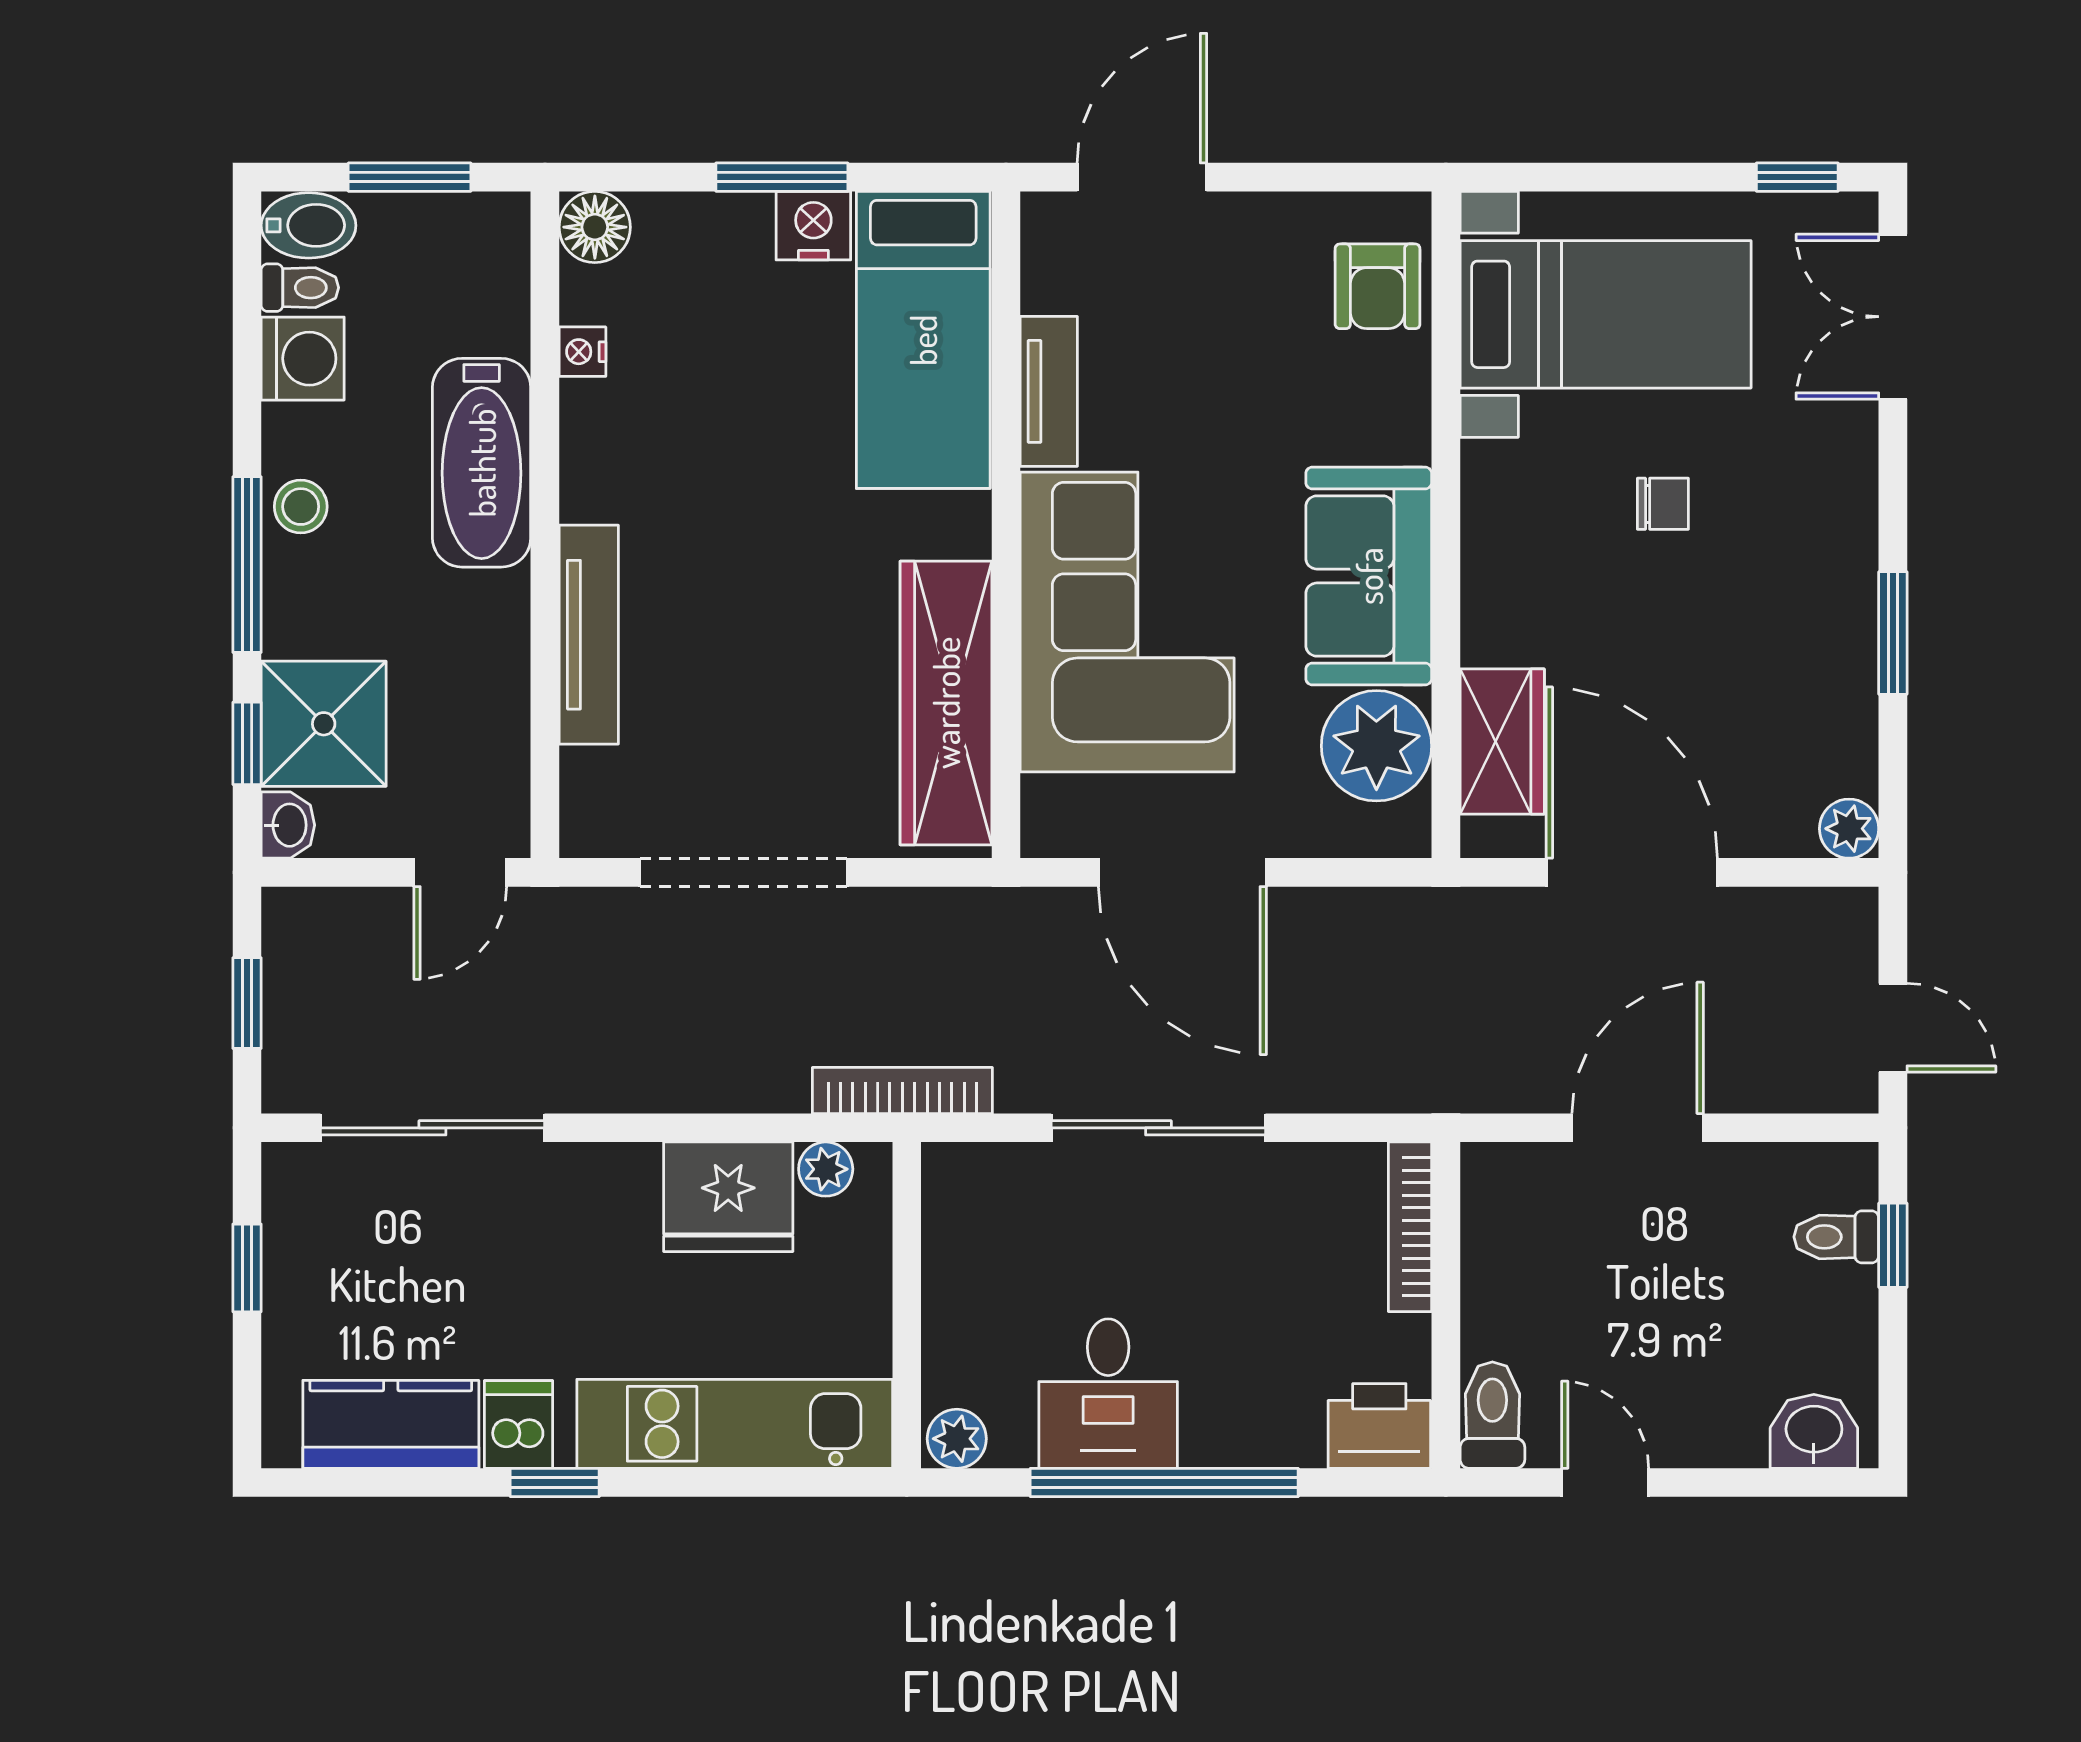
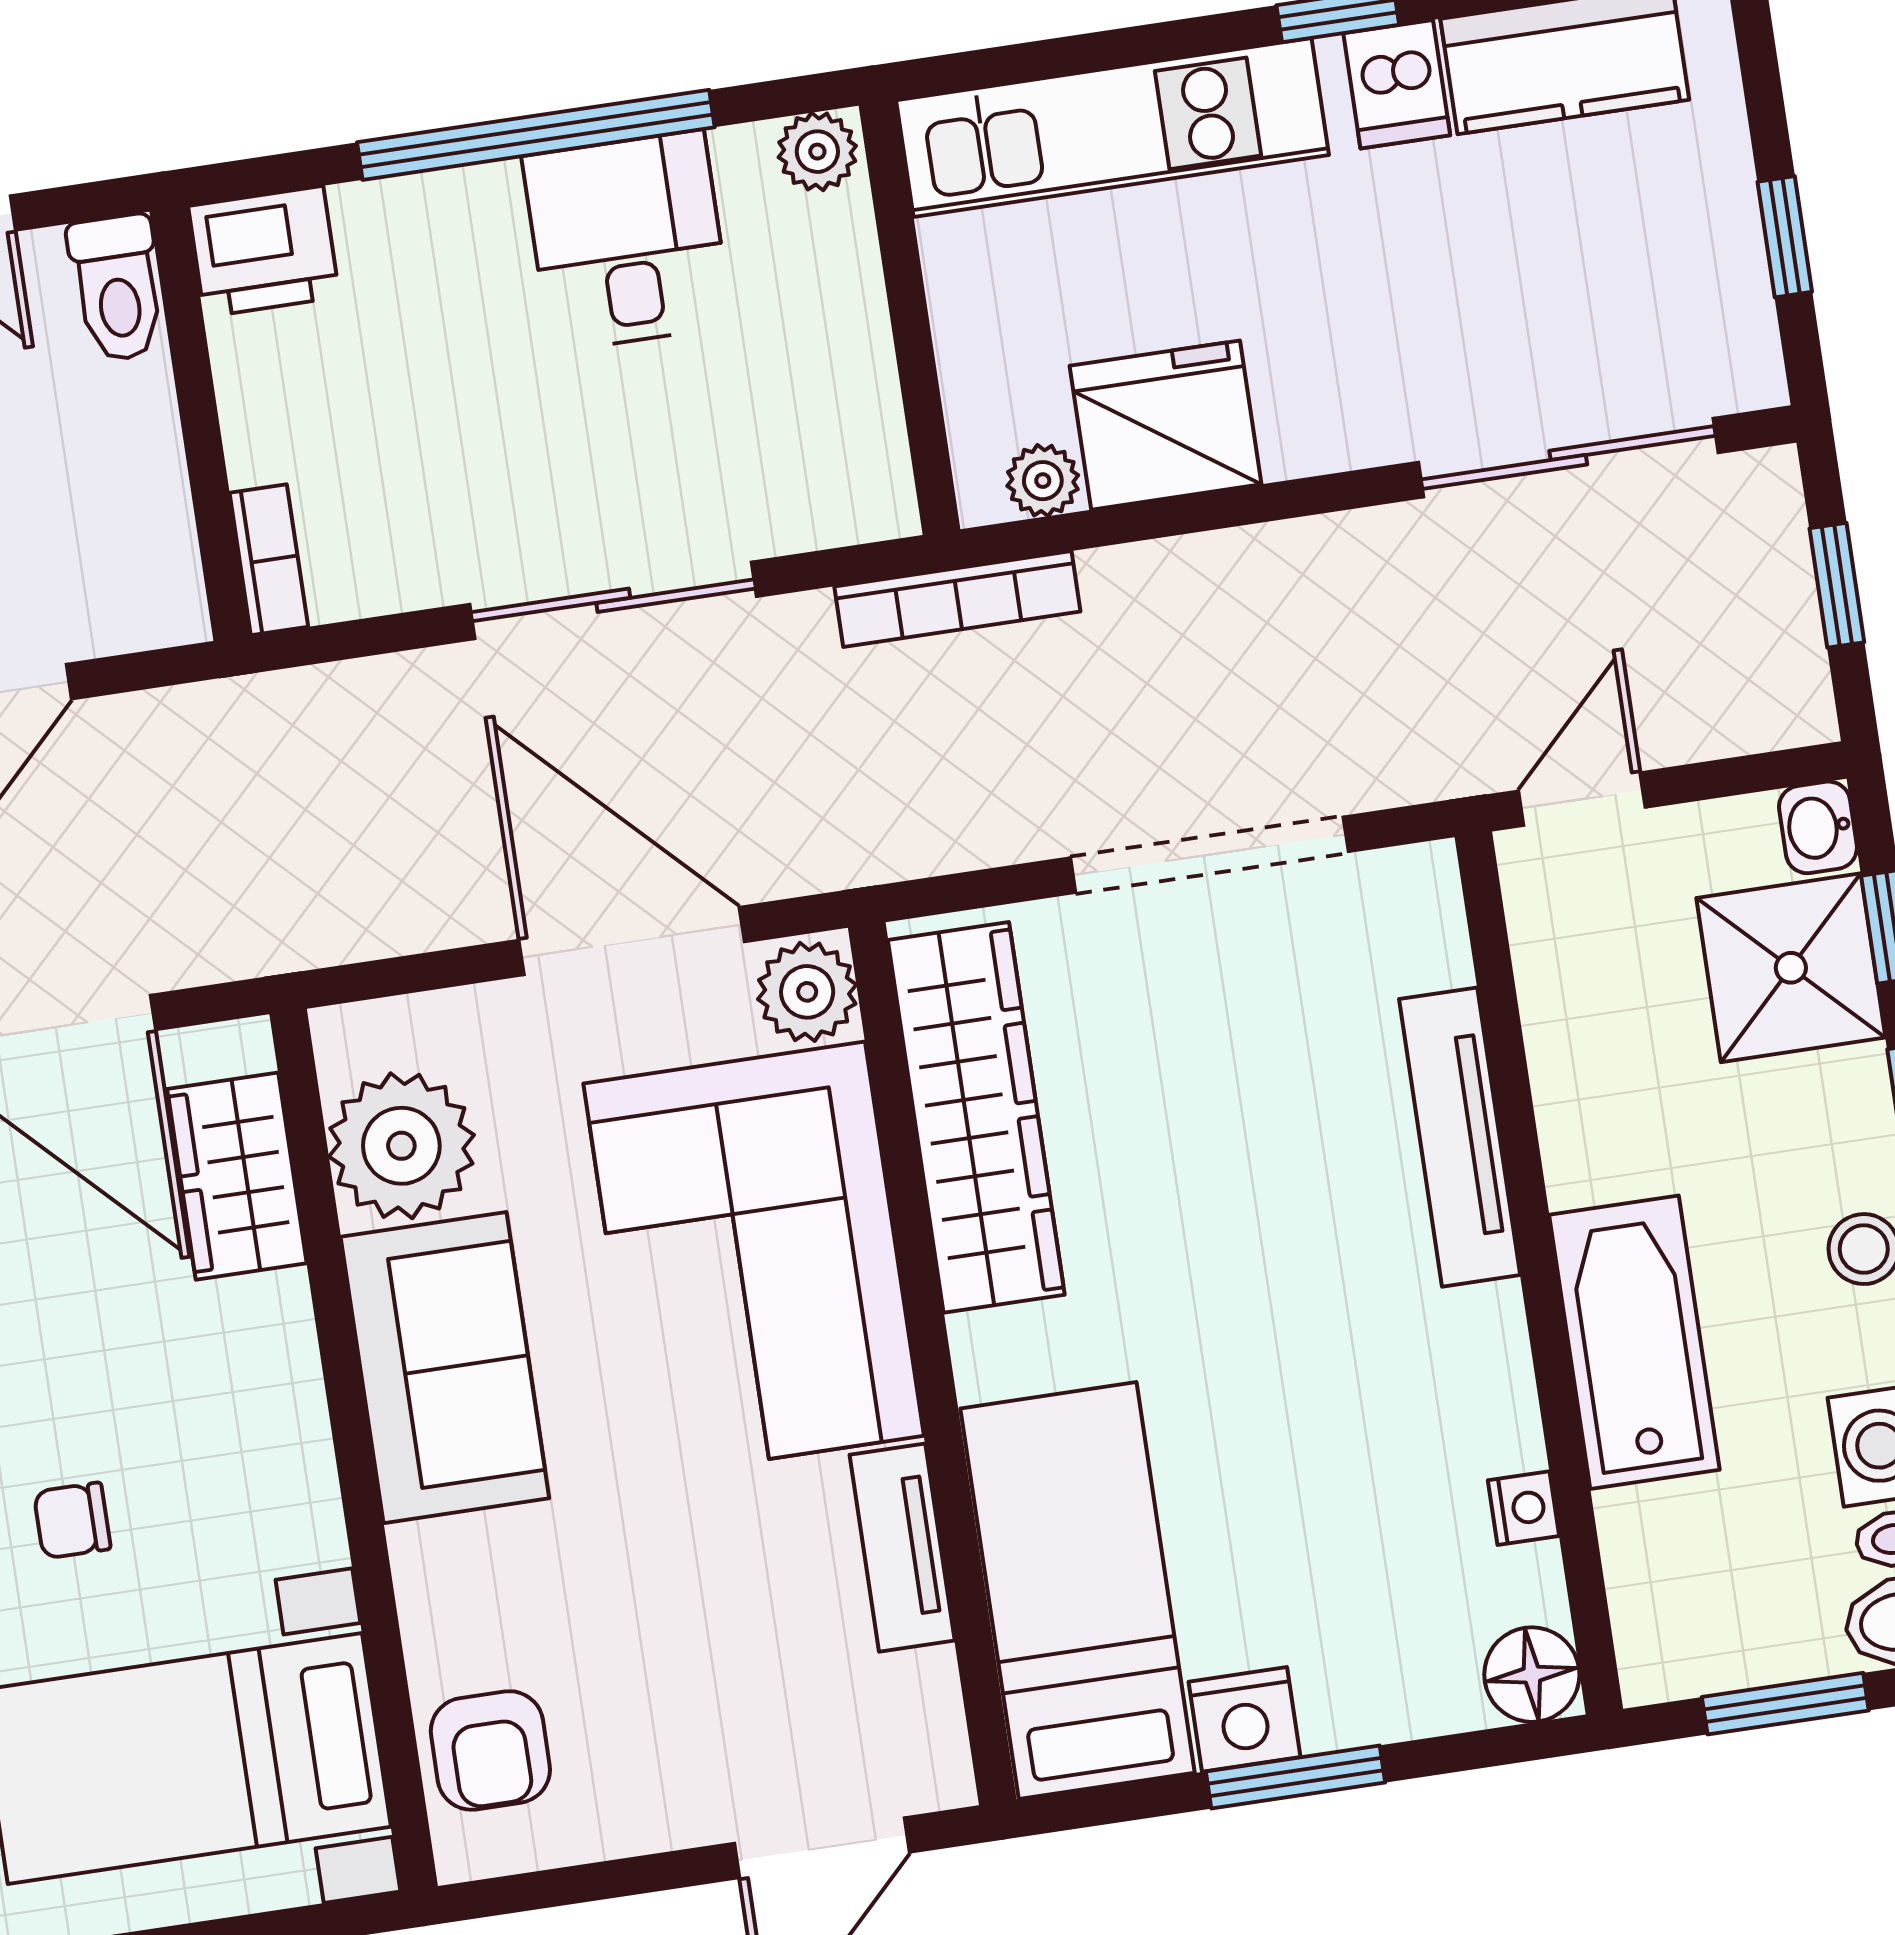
armchair: (1378, 286) -> (490, 1750), turned 180
plant: (1058, 815) -> (807, 992), added
bookcase: (1410, 1227) -> (269, 560), width x0.64

